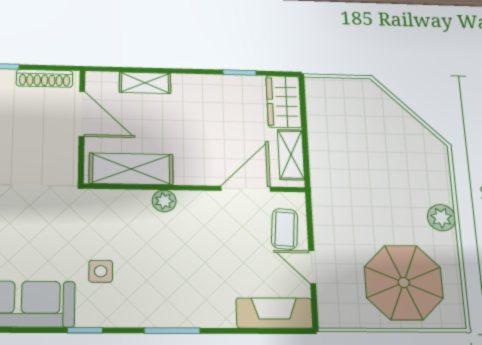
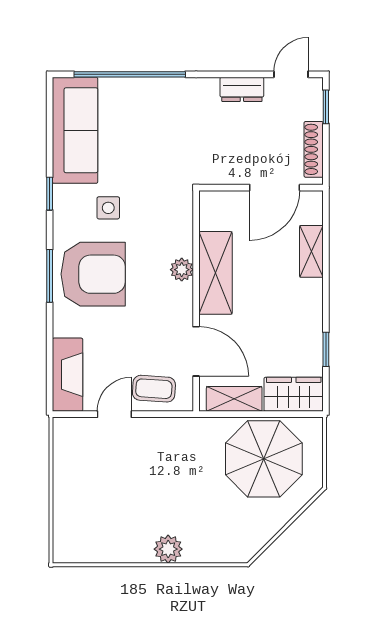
shelving: (131, 169) -> (215, 273), moved
parasol: (404, 282) -> (264, 459), moved
armchair: (170, 287) -> (93, 274), added

